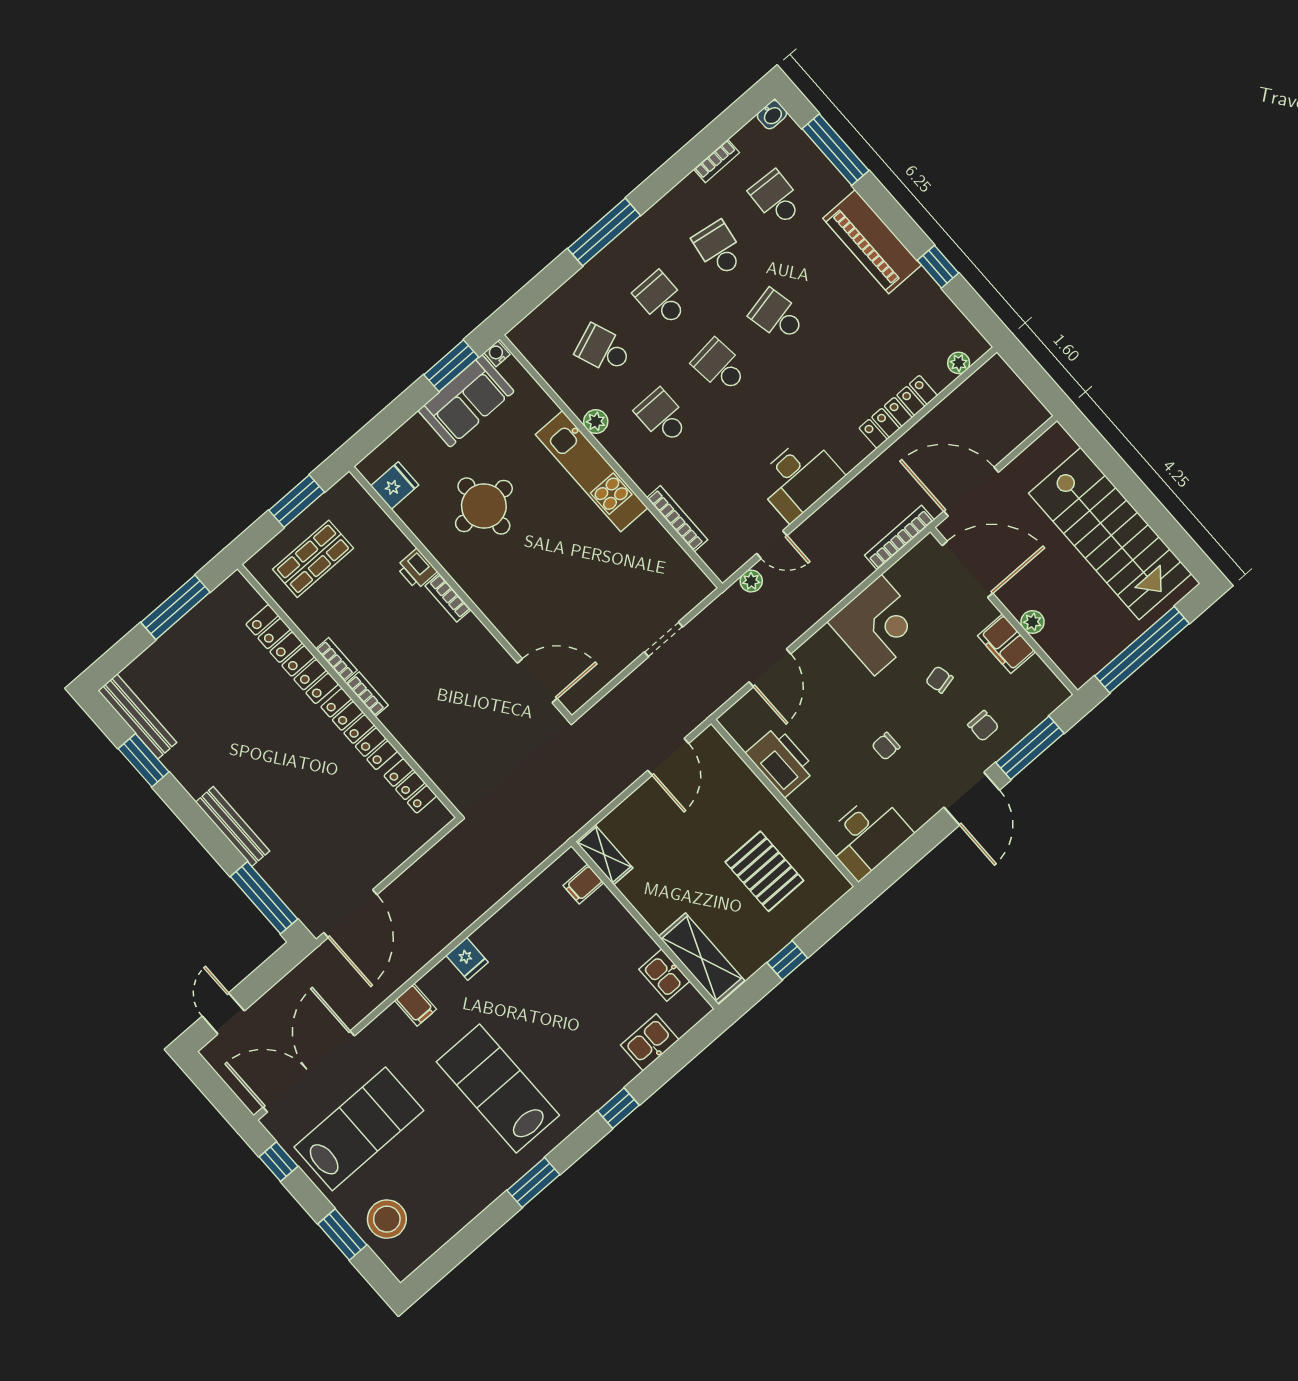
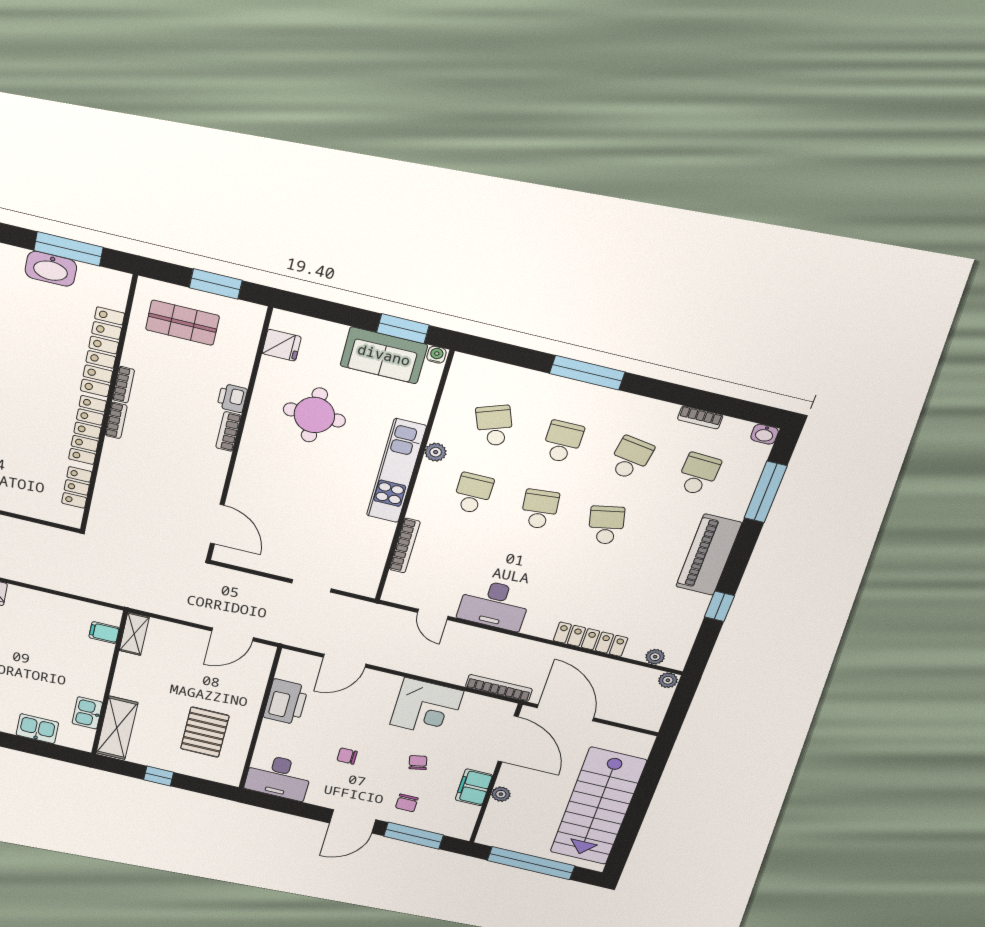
plant: (751, 581) -> (668, 680), moved
washbasin: (183, 638) -> (51, 269), added

